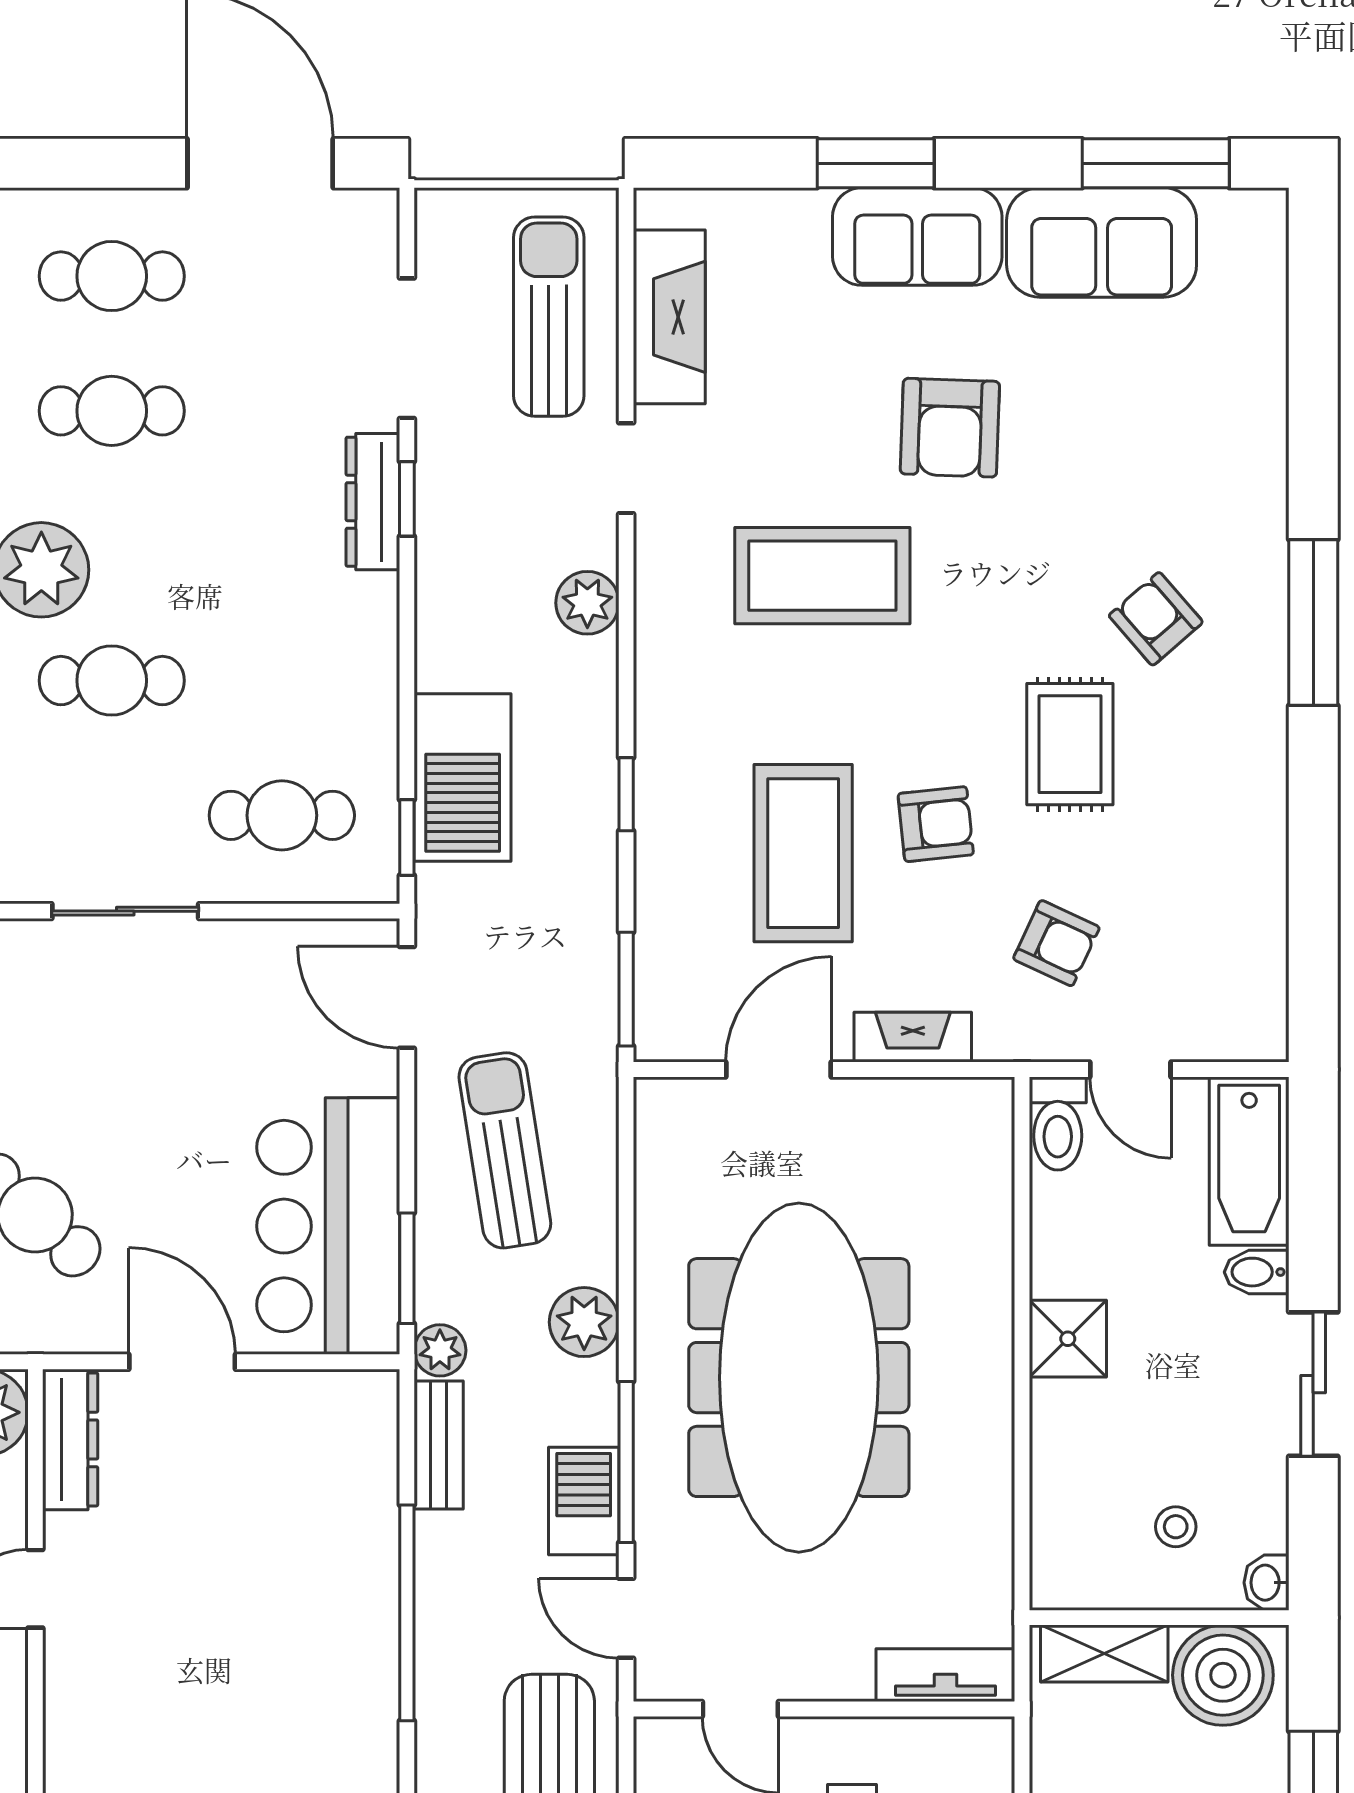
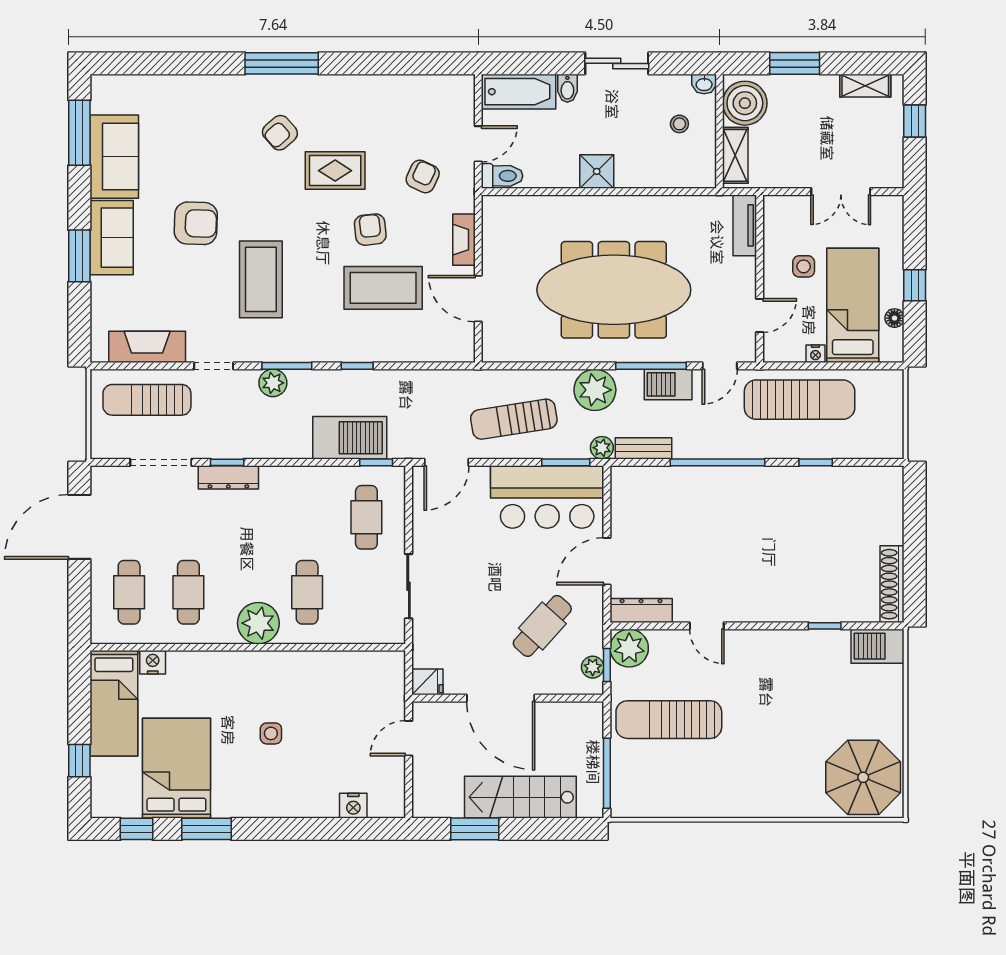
window: (626, 989) -> (287, 366), moved
plant: (584, 1322) -> (595, 390), width x1.36, depth x1.36

